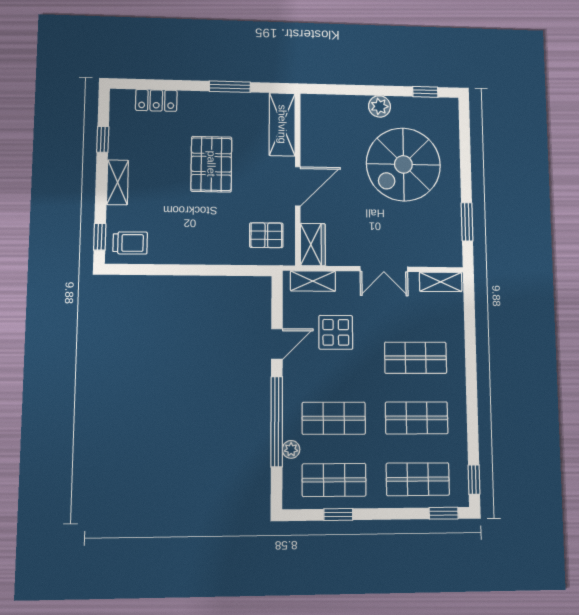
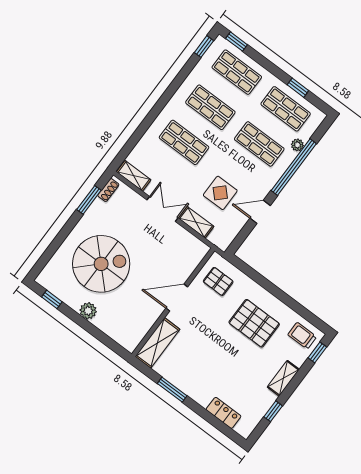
pallet: (211, 164) -> (254, 323), moved, turned 90
wardrobe: (313, 245) -> (194, 255), removed
shoe rack: (455, 247) -> (108, 190), added
shelving: (313, 281) -> (196, 222), moved

